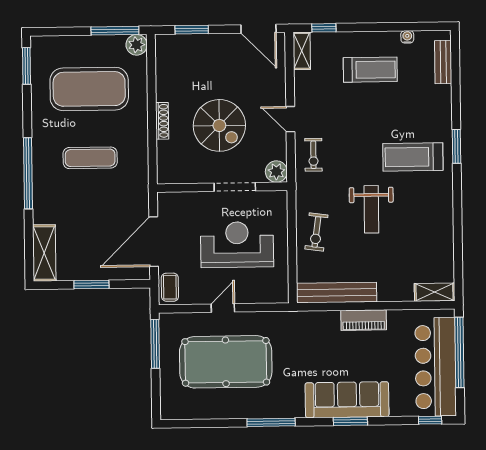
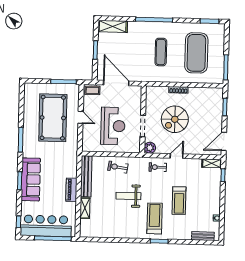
plant: (137, 45) -> (218, 78), removed
treadmill: (370, 70) -> (179, 201), moved
shelving: (435, 292) -> (85, 208), moved

